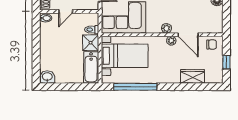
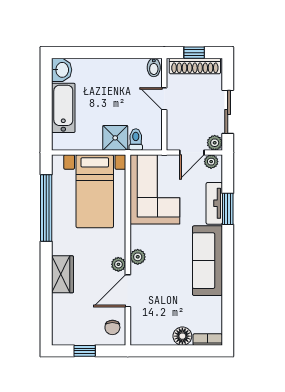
bathtub: (91, 67) -> (63, 108), moved, turned 90
wardrobe: (192, 76) -> (62, 274), moved

